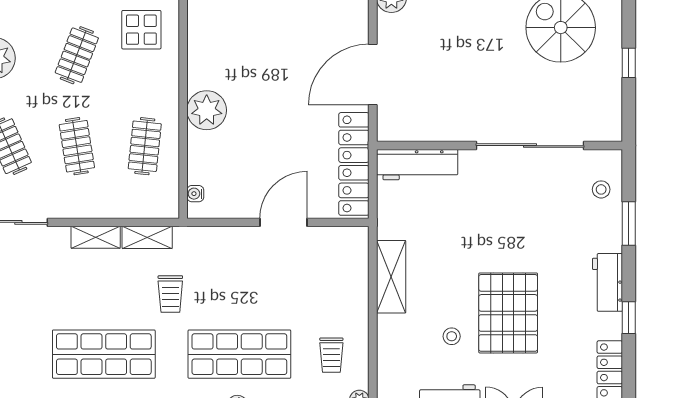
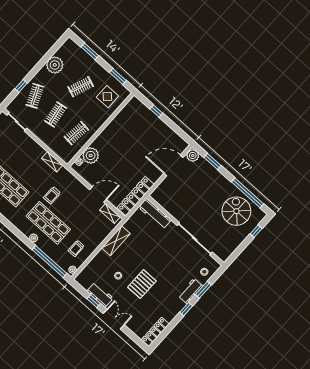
window: (629, 63) -> (256, 231), moved
door: (373, 75) -> (173, 165), moved
plant: (207, 110) -> (91, 155), moved
shelving: (96, 237) -> (110, 213), moved
workbench: (607, 282) -> (190, 291), moved
trolley: (170, 294) -> (52, 195), moved
pallet: (508, 313) -> (142, 284), width x0.73, depth x0.71
window: (629, 318) -> (186, 309), moved

